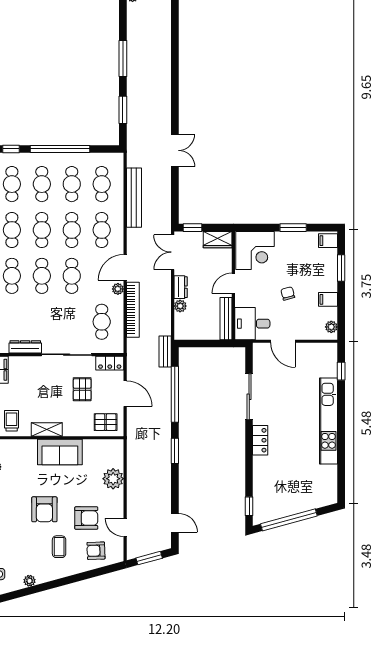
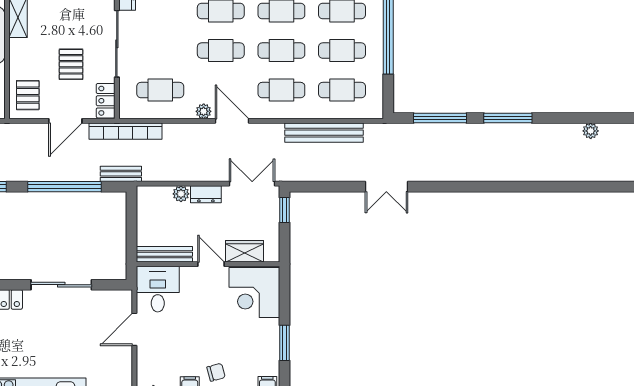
window: (123, 110) -> (440, 118), width x1.44
wardrobe: (218, 240) -> (245, 251), moved, turned 90
chair: (288, 293) -> (216, 372), moved
bookcase: (133, 310) -> (125, 131), moved
pallet: (82, 389) -> (71, 64), turned 90

